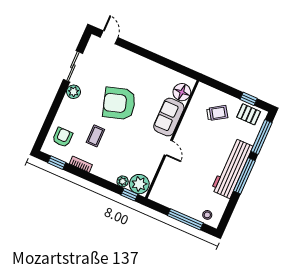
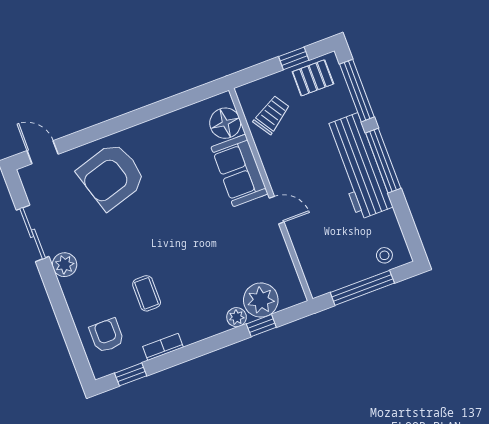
floor lamp: (182, 92) -> (225, 123), moved
armchair: (119, 103) -> (112, 176), moved
sofa: (169, 117) -> (239, 170), moved
wall: (172, 139) -> (271, 195), moved
door: (168, 148) -> (277, 210), moved

